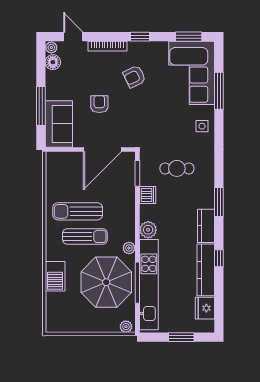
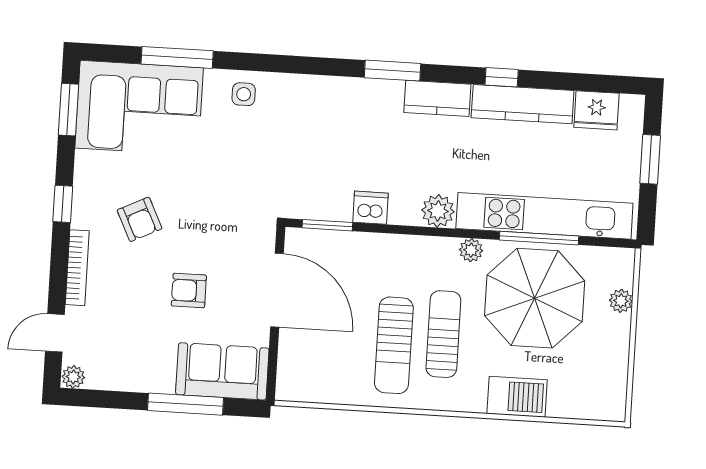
floor lamp: (53, 62) -> (102, 376), removed
cafe table: (177, 168) -> (323, 148), removed
plant: (126, 327) -> (621, 301), moved

